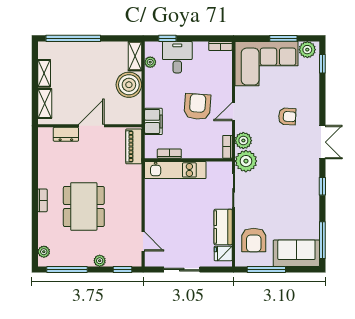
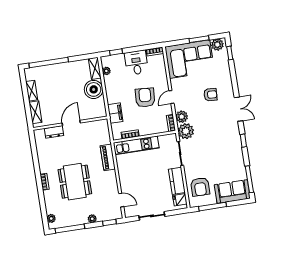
desk: (177, 57) -> (136, 63), moved
piano: (134, 146) -> (108, 157), moved

